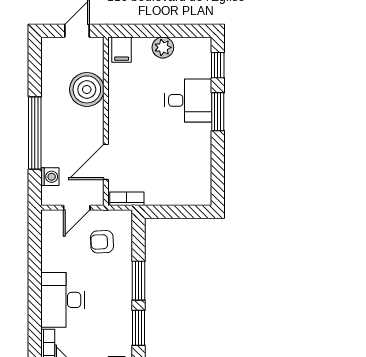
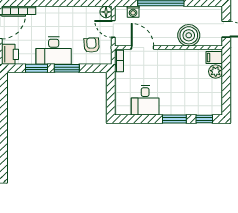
plant: (163, 47) -> (216, 72), moved
desk: (188, 100) -> (145, 100), moved
floor lamp: (50, 219) -> (106, 12), added
desk: (62, 300) -> (54, 51), moved, turned 180

